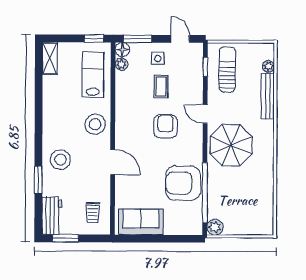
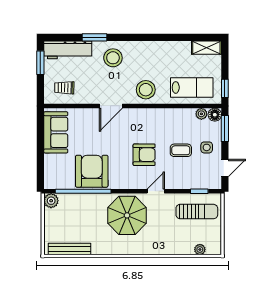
bench: (268, 96) -> (69, 249), moved
workbench: (52, 216) -> (68, 50), width x1.38

